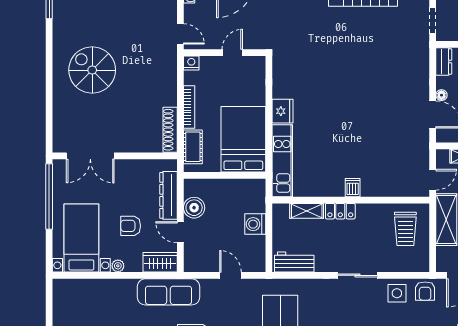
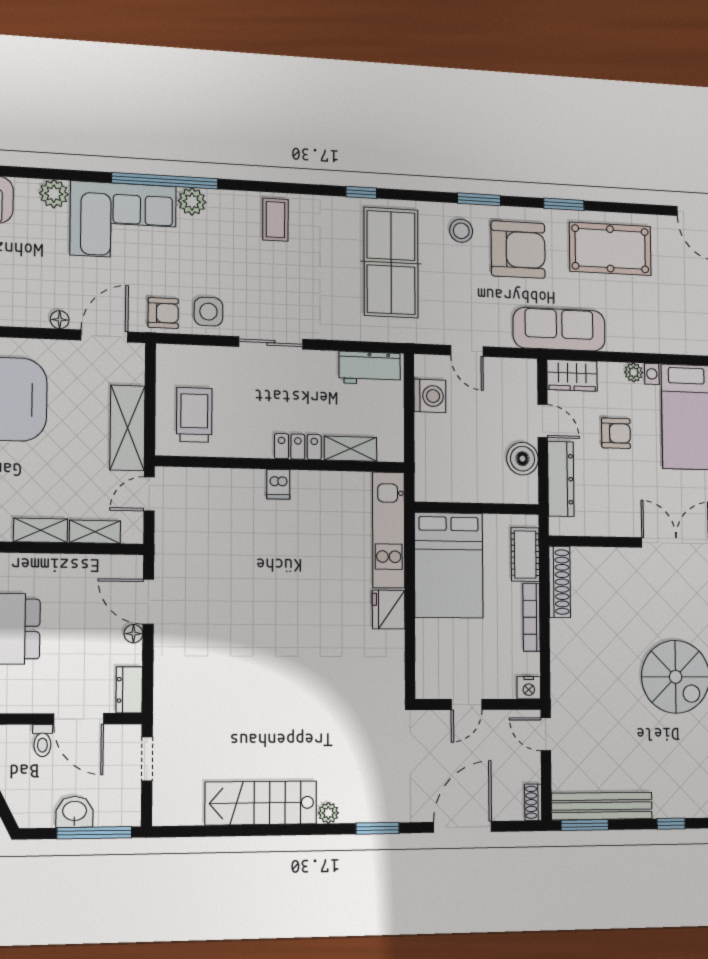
washing machine: (255, 224) -> (430, 396), moved
armchair: (425, 291) -> (163, 313), turned 90

